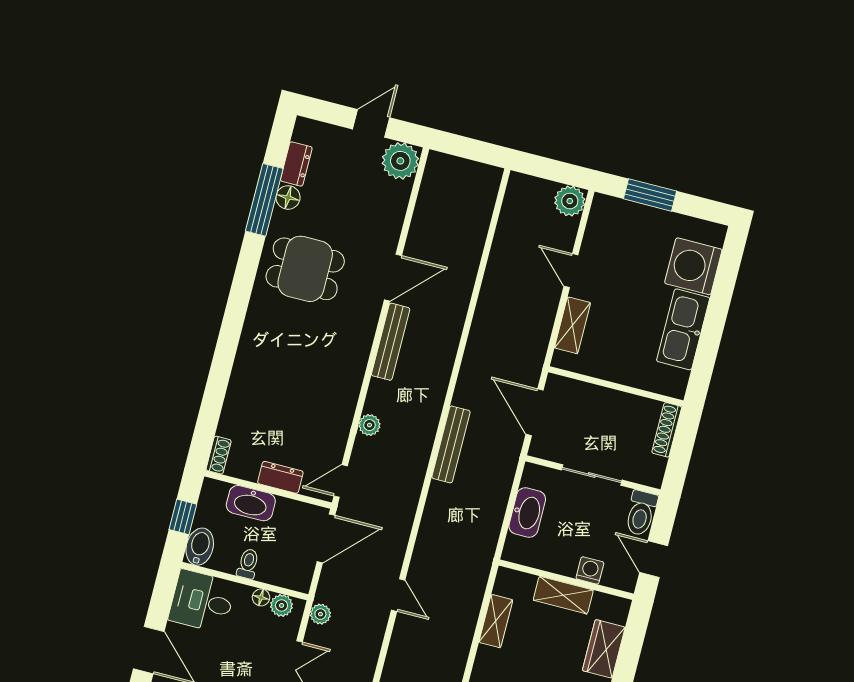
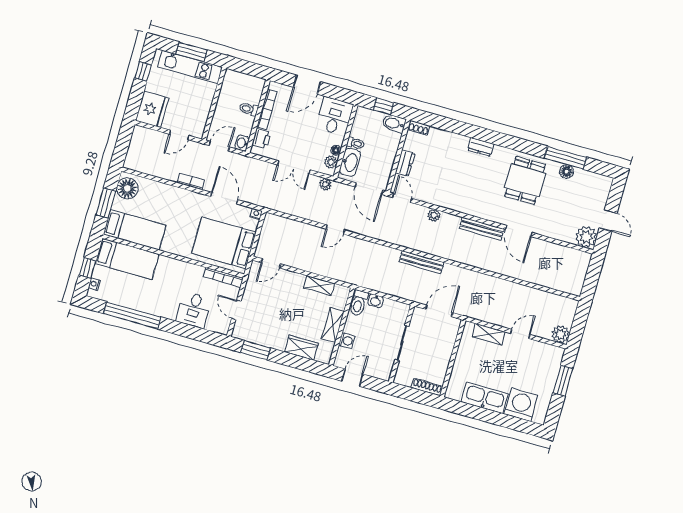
dresser: (296, 164) -> (481, 147), moved
washbasin: (251, 503) -> (350, 162), moved, turned 180
washbasin: (527, 513) -> (376, 301), width x0.52, depth x0.69
toilet: (641, 513) -> (358, 303), moved, turned -90
bidet: (200, 547) -> (394, 123), moved, turned 180

